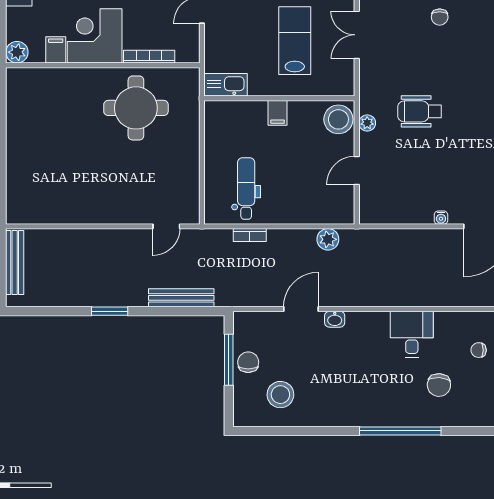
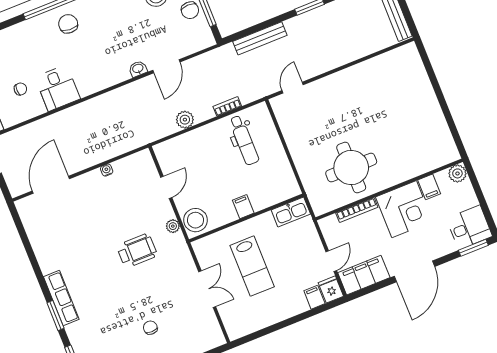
water cooler: (441, 218) -> (107, 170), moved
plant: (328, 239) -> (185, 120), moved
desk: (412, 334) -> (57, 88), moved
chair: (439, 385) -> (68, 24), moved

